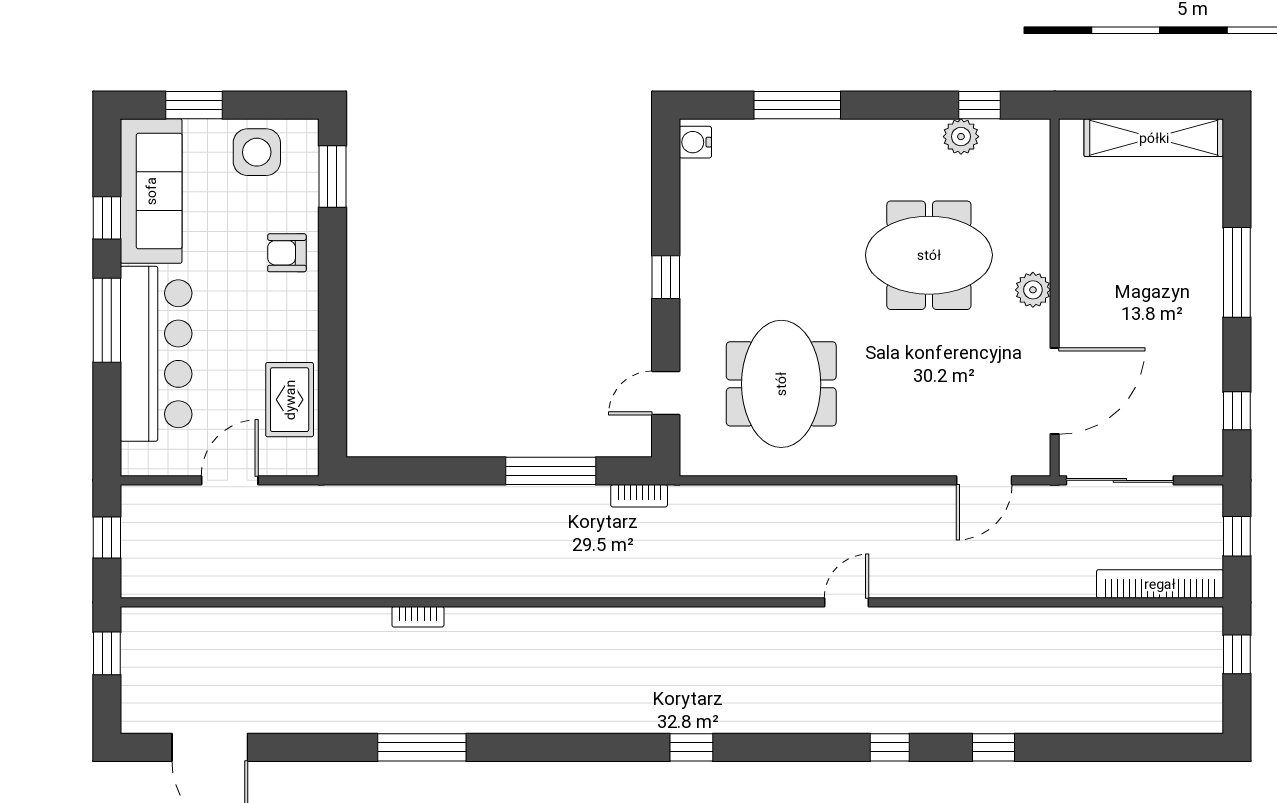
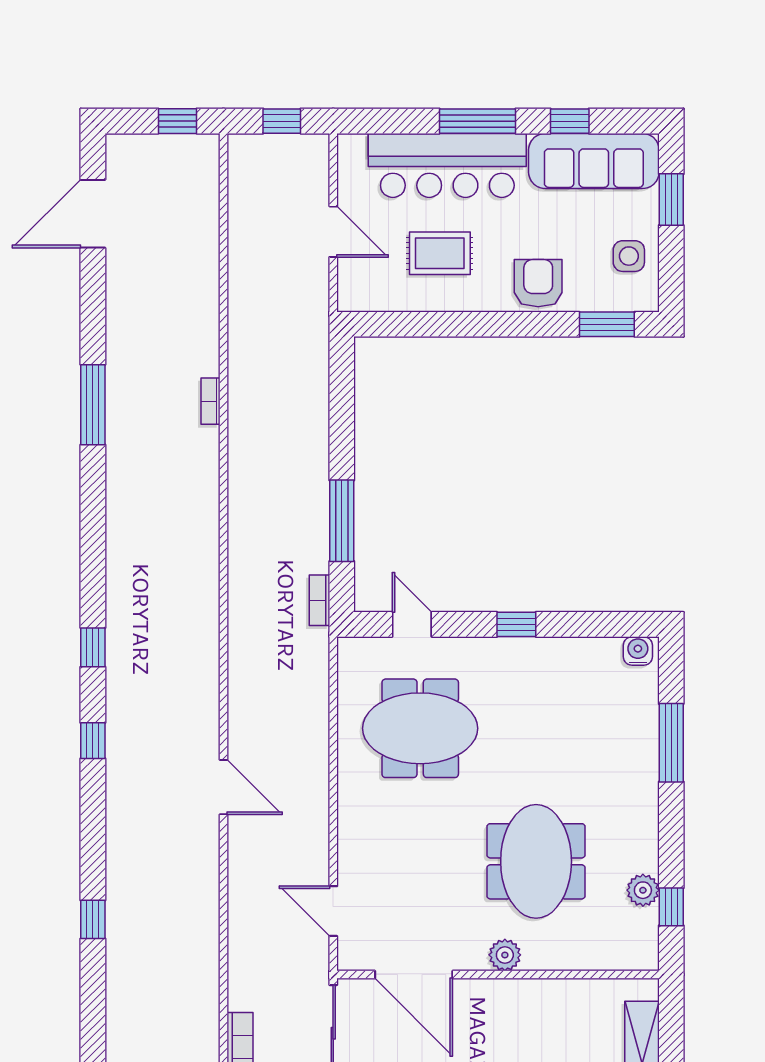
side table: (257, 152) -> (629, 256), width x0.73, depth x0.73
armchair: (287, 253) -> (538, 283), width x1.38, depth x1.38
rug: (290, 400) -> (440, 253), moved
door: (847, 602) -> (223, 787), width x1.38
window: (890, 747) -> (93, 741), moved

